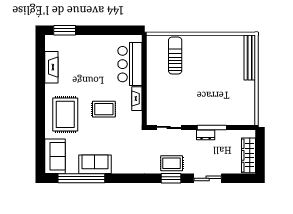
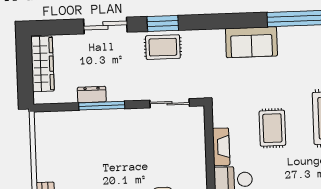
rug: (104, 109) -> (272, 128), turned 90
dresser: (206, 135) -> (92, 95), moved
sofa: (95, 164) -> (251, 42), moved

